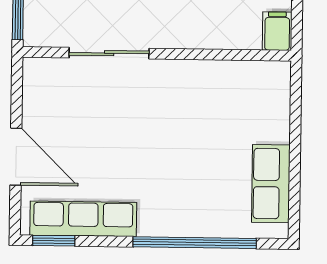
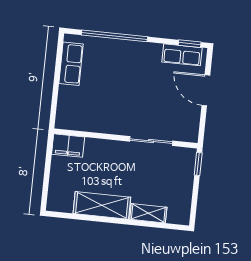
filing cabinet: (277, 31) -> (68, 146), width x2.00
row of seats: (83, 219) -> (182, 55), width x0.68

